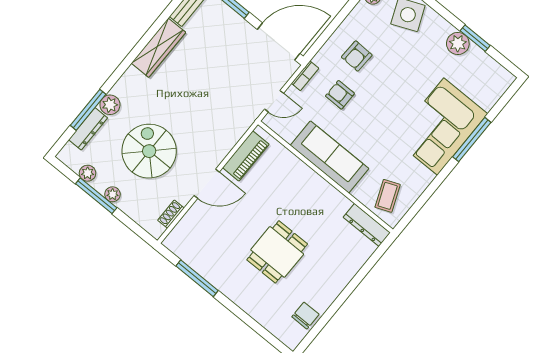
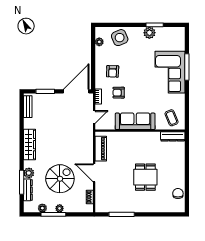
wardrobe: (158, 48) -> (30, 145), moved
spiral stairs: (149, 151) -> (60, 179), turned 90
door: (207, 184) -> (94, 173), swing flipped

